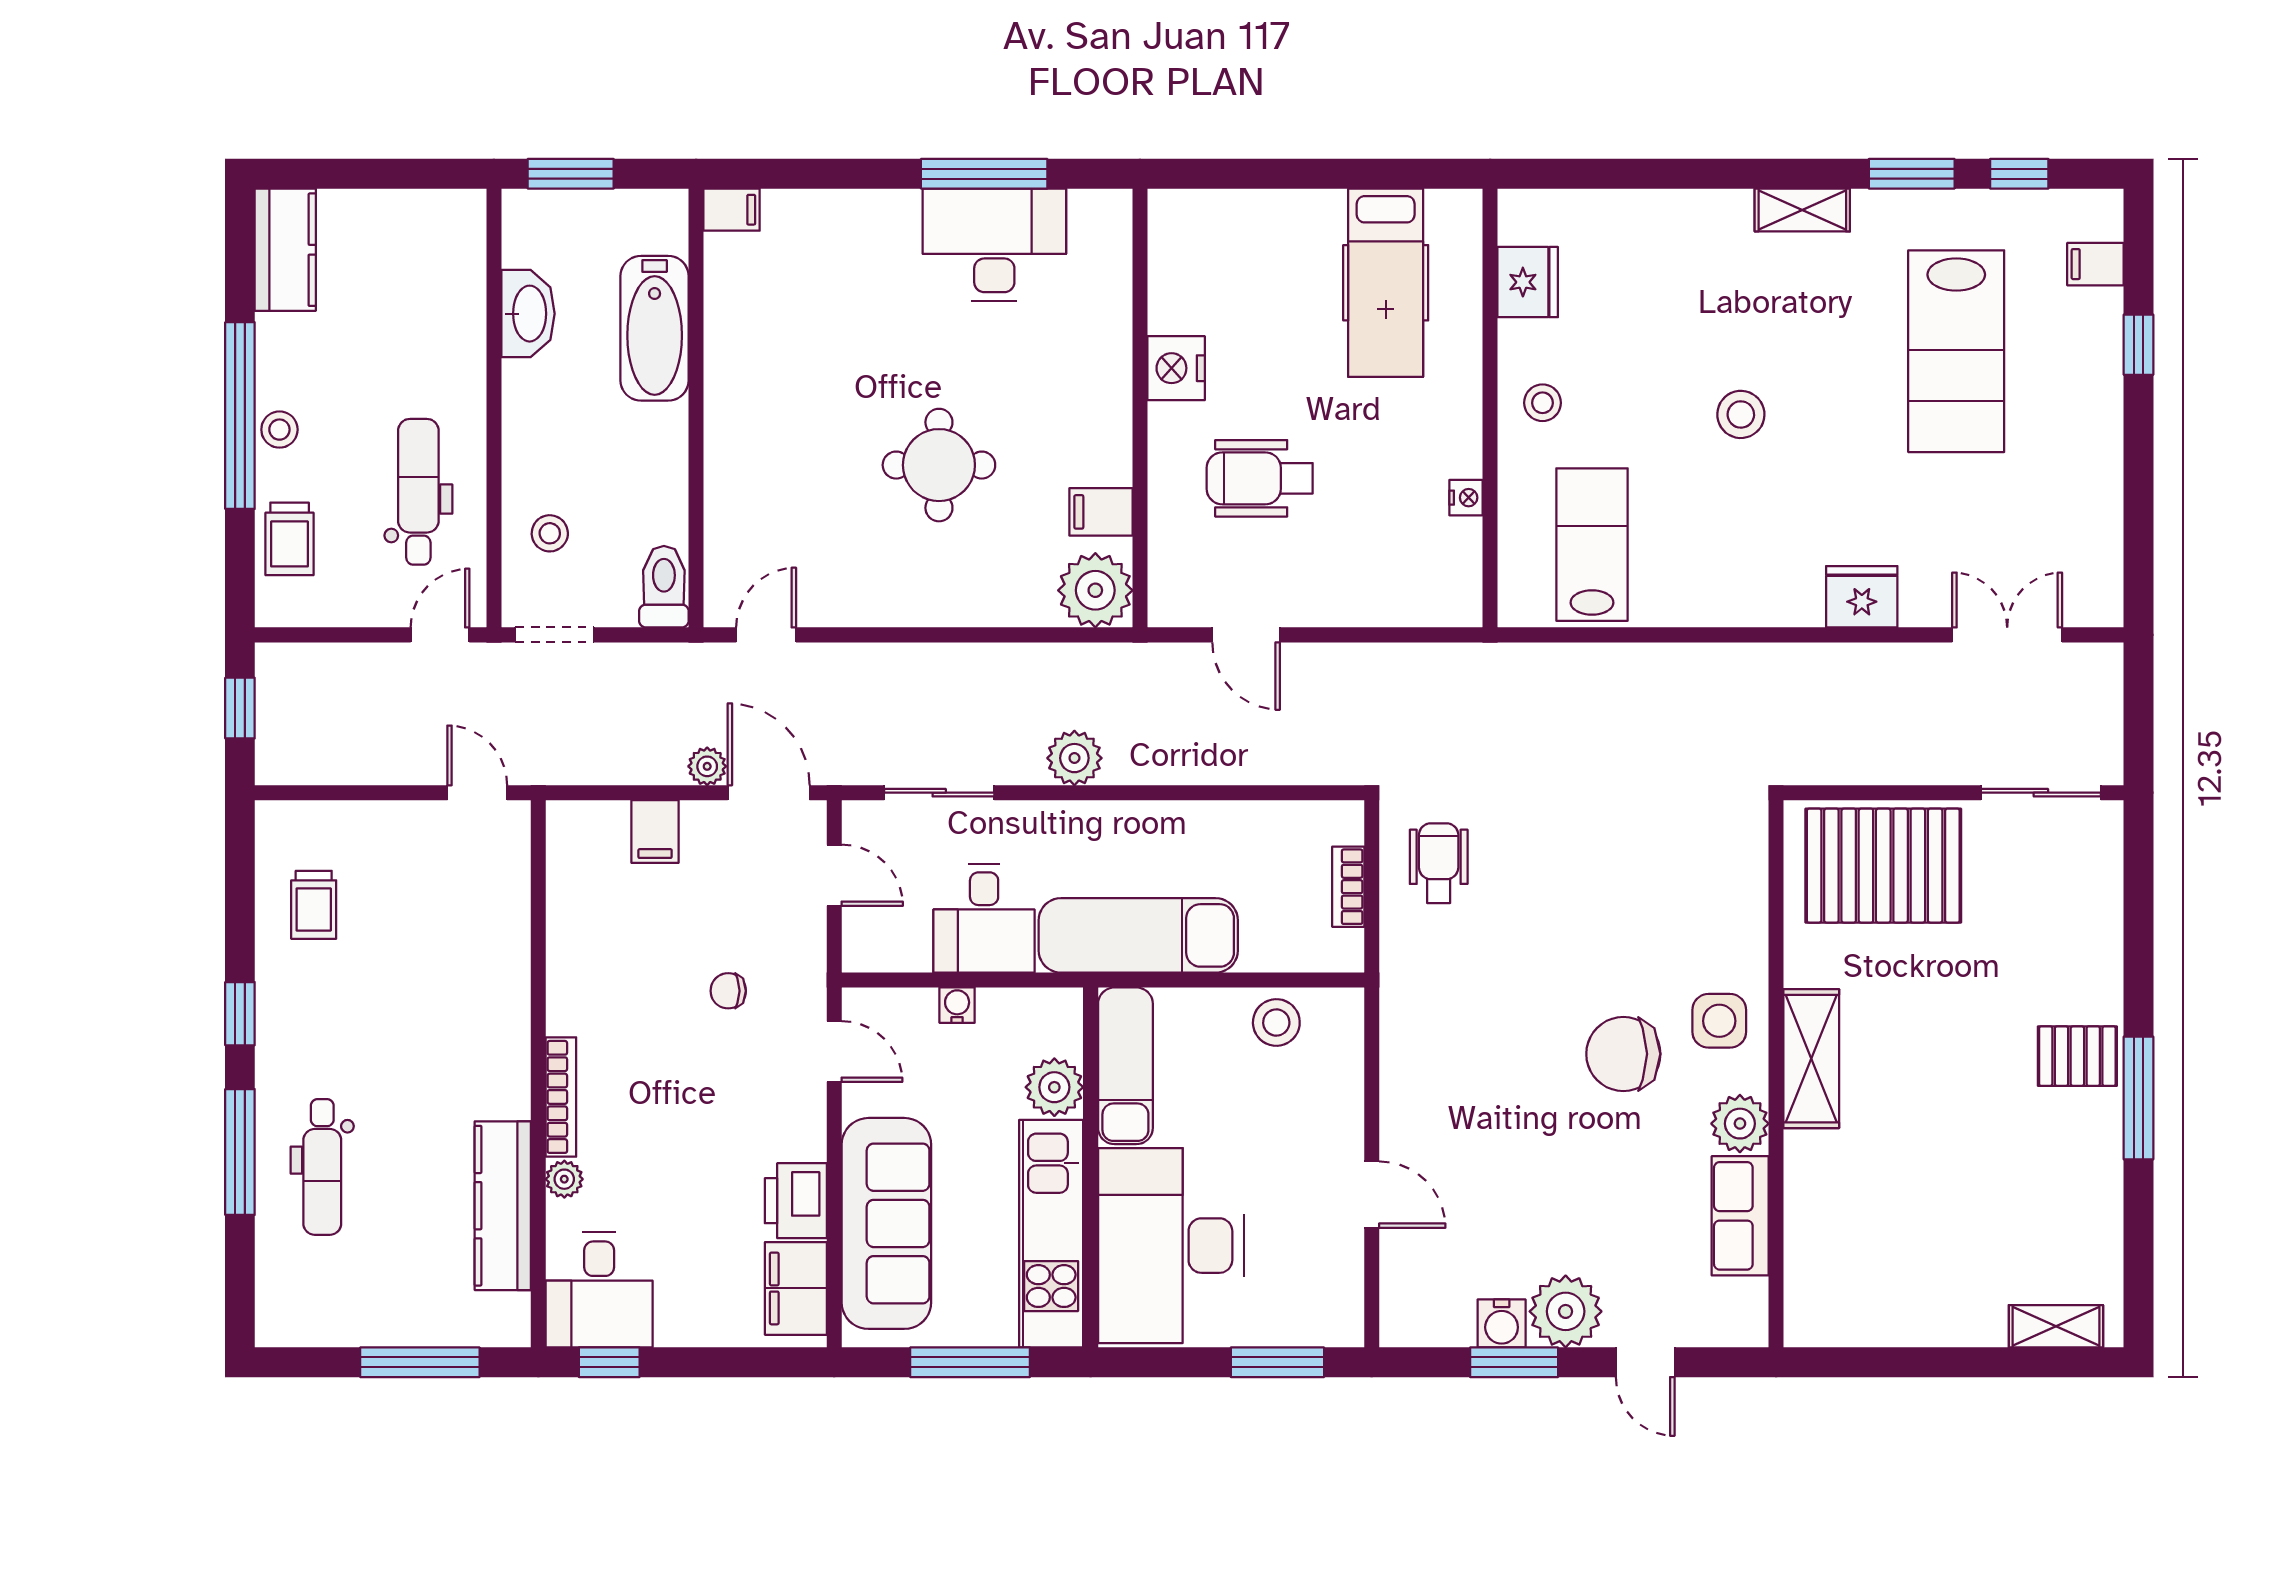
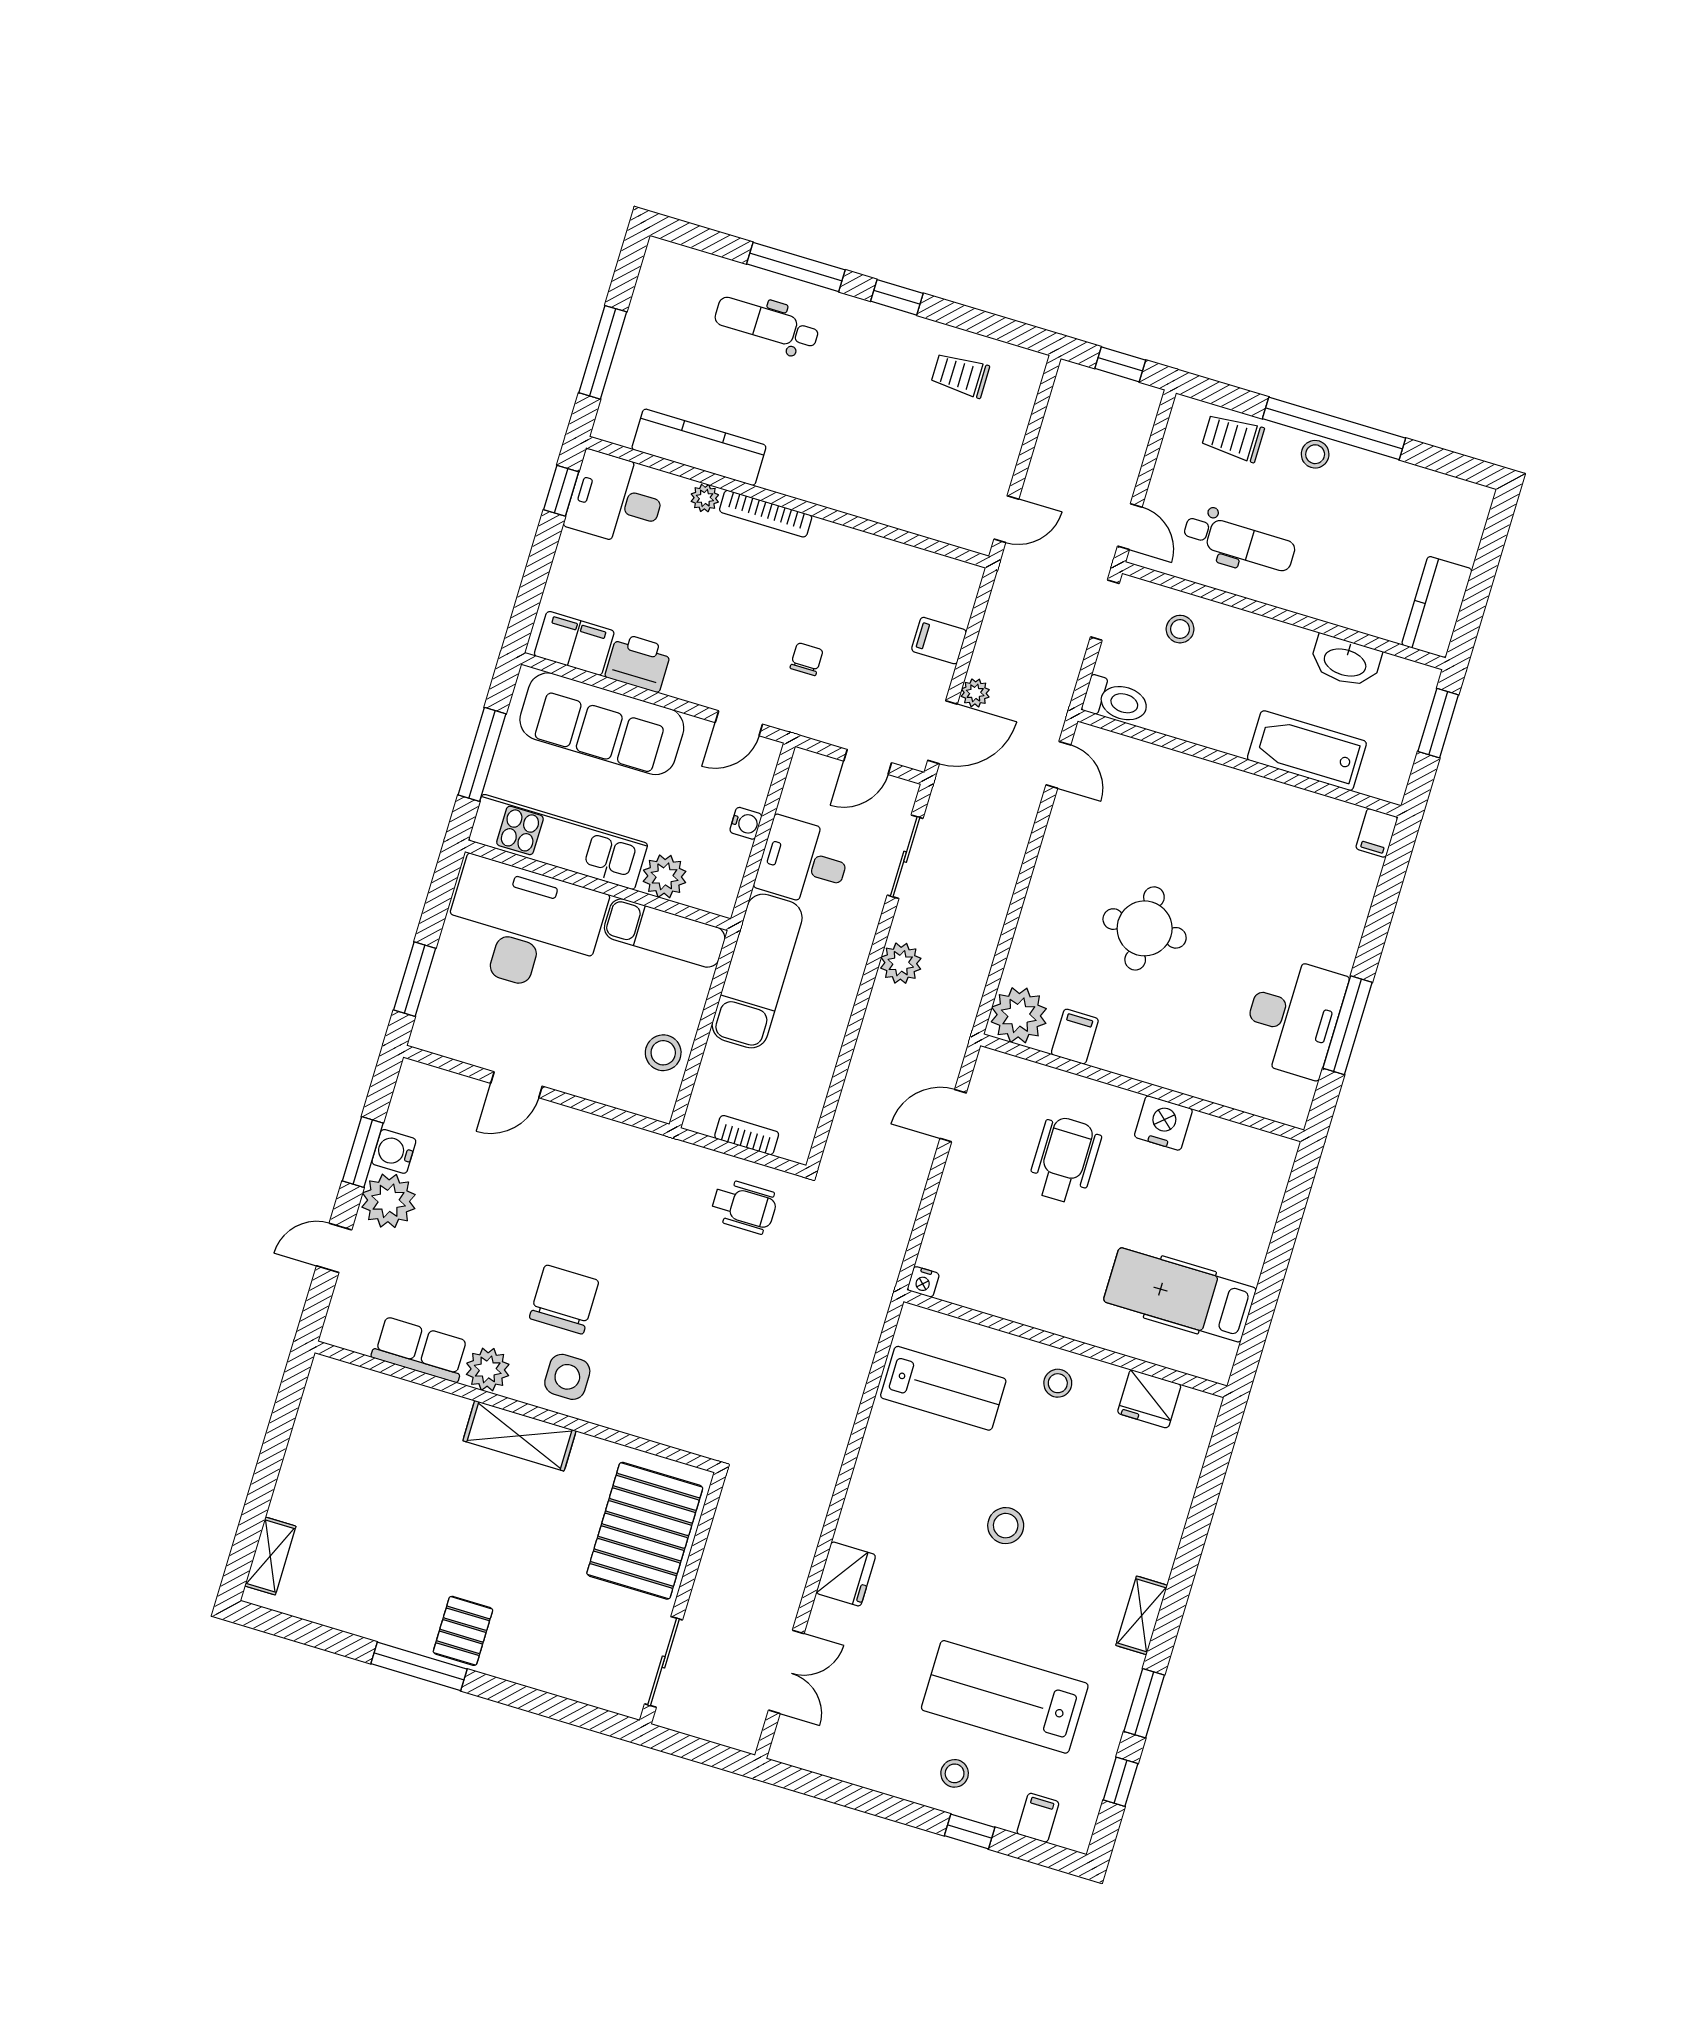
kitchen counter: (285, 250) -> (1437, 607), moved, turned 90
stool: (2071, 385) -> (955, 1773), added
nightstand: (1466, 498) -> (923, 1282), moved

